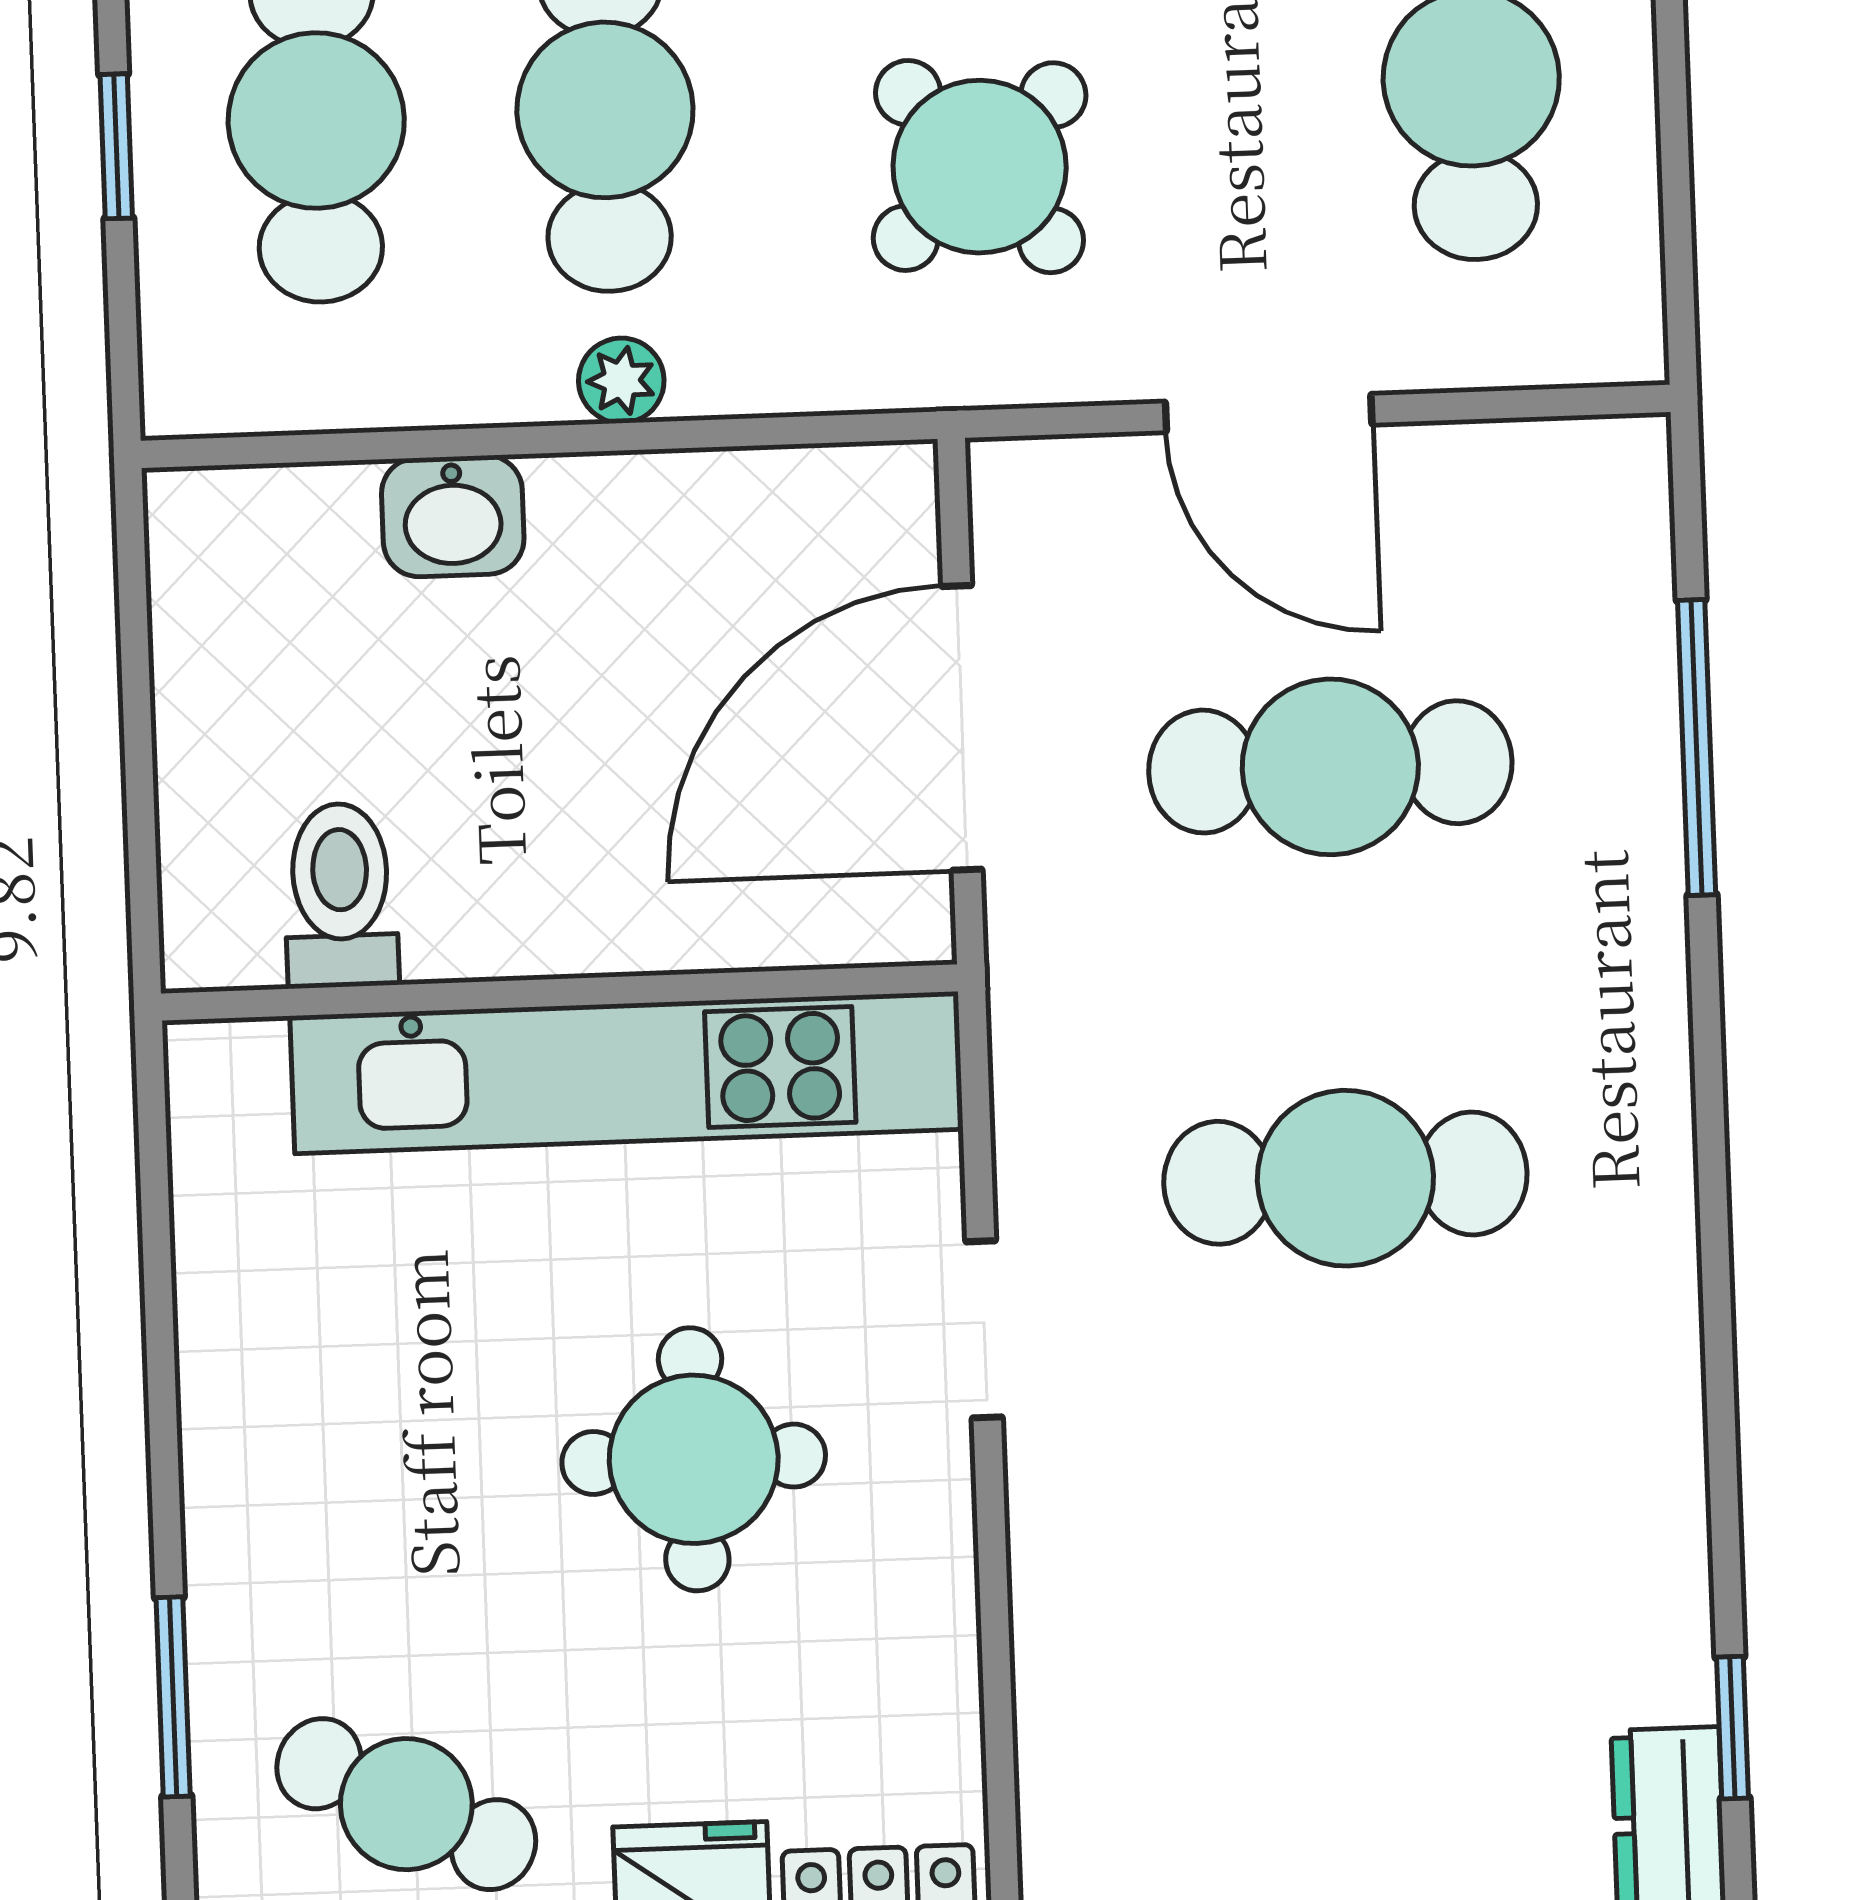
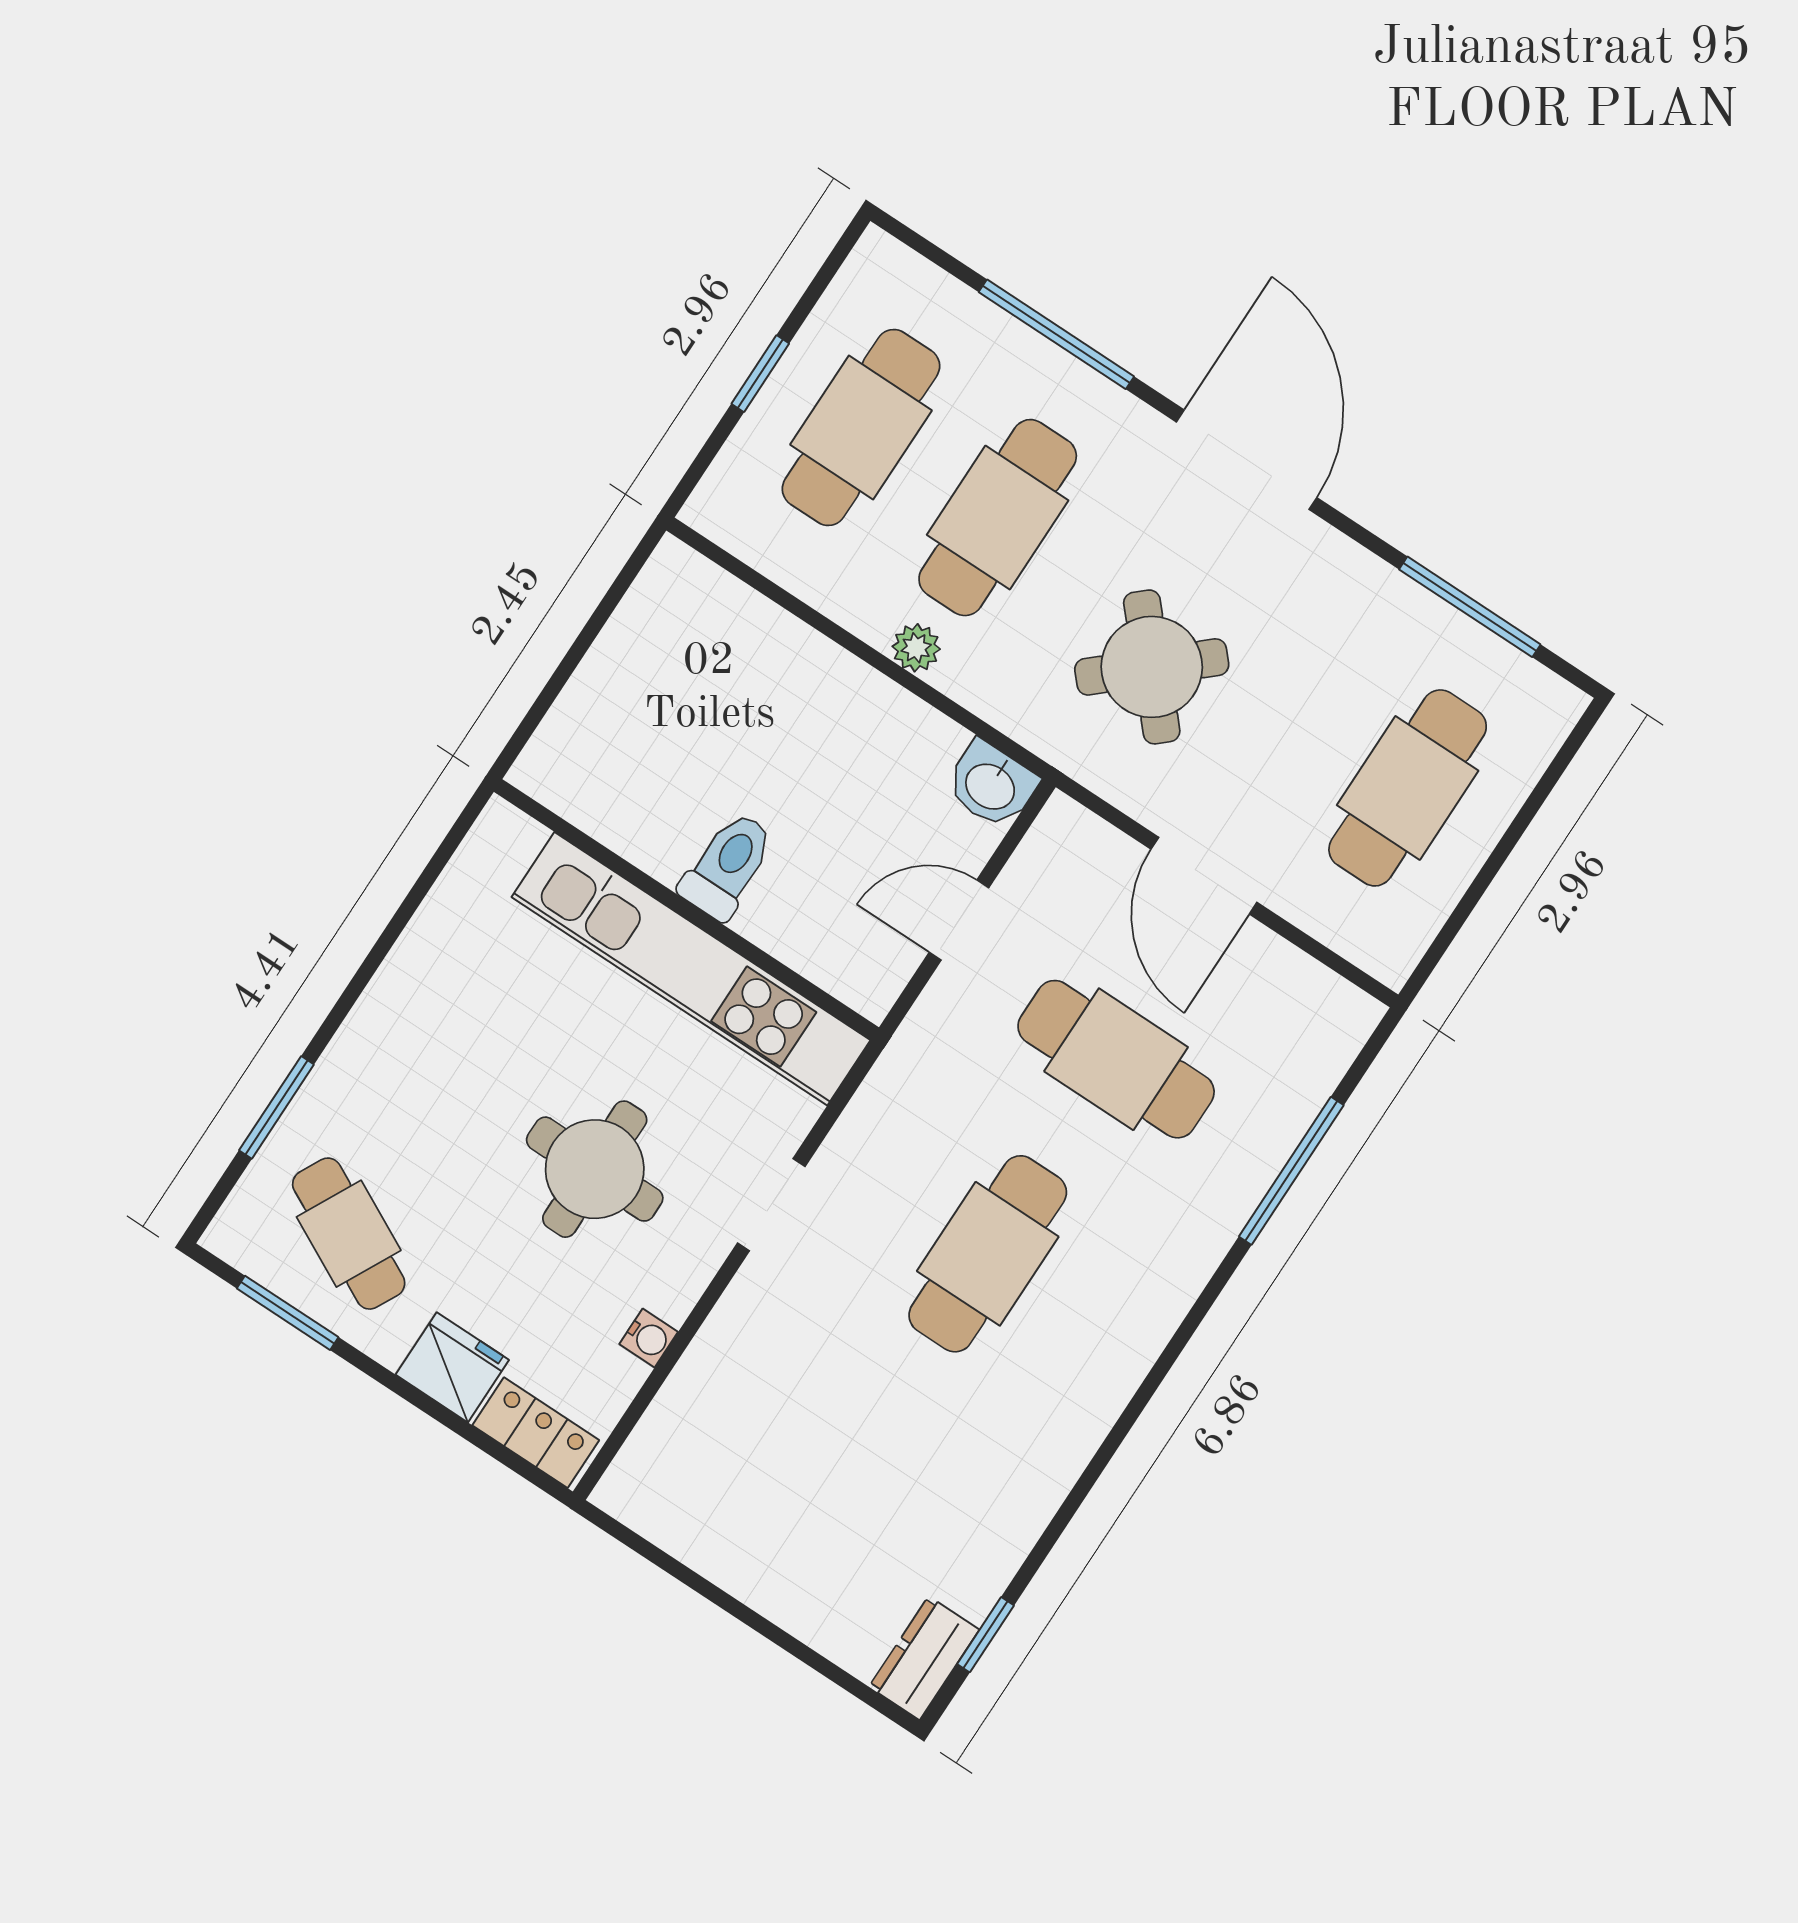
washbasin: (453, 516) -> (991, 785), moved
door: (962, 728) -> (959, 920), width x0.53
toilet: (341, 895) -> (728, 866), moved
cafe table: (1345, 1178) -> (988, 1254), turned 90
water cooler: (944, 1647) -> (649, 1338), added

